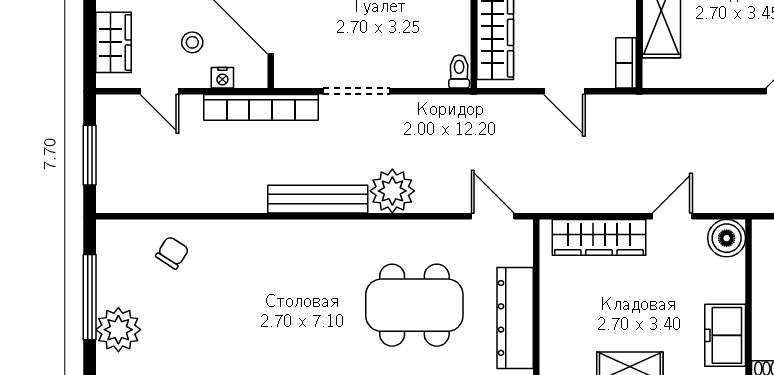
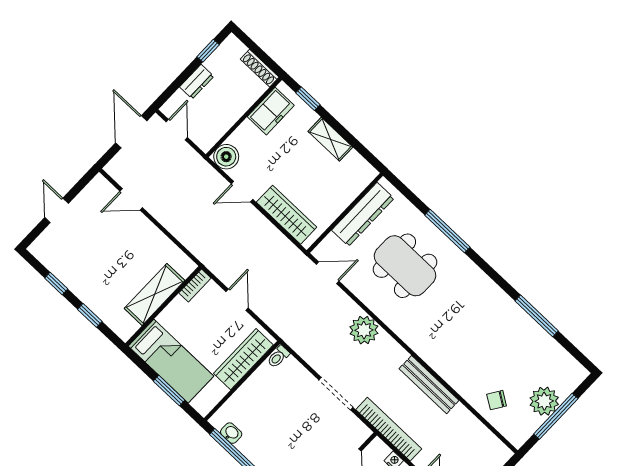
bench: (318, 199) -> (429, 385), moved
door: (493, 216) -> (328, 273), swing flipped
plant: (118, 330) -> (544, 401), moved

